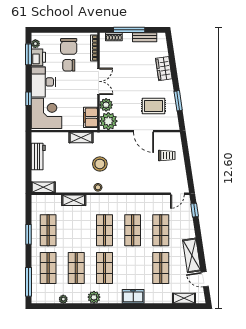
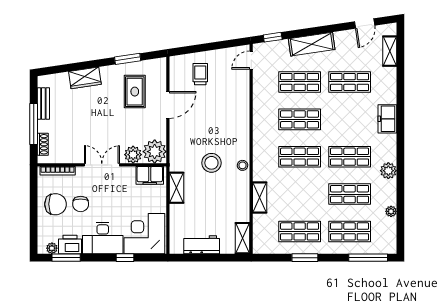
door: (177, 194) -> (251, 60), swing flipped
shelving: (192, 255) -> (312, 44), moved

